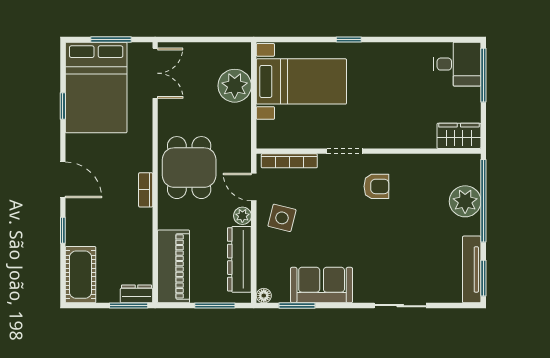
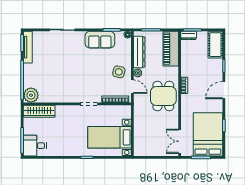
plant: (235, 86) -> (142, 135), removed
wardrobe: (459, 136) -> (39, 111), width x1.50
door: (63, 180) -> (224, 90), hinge flipped
armchair: (376, 186) -> (74, 87), removed
plant: (465, 201) -> (31, 95), moved

